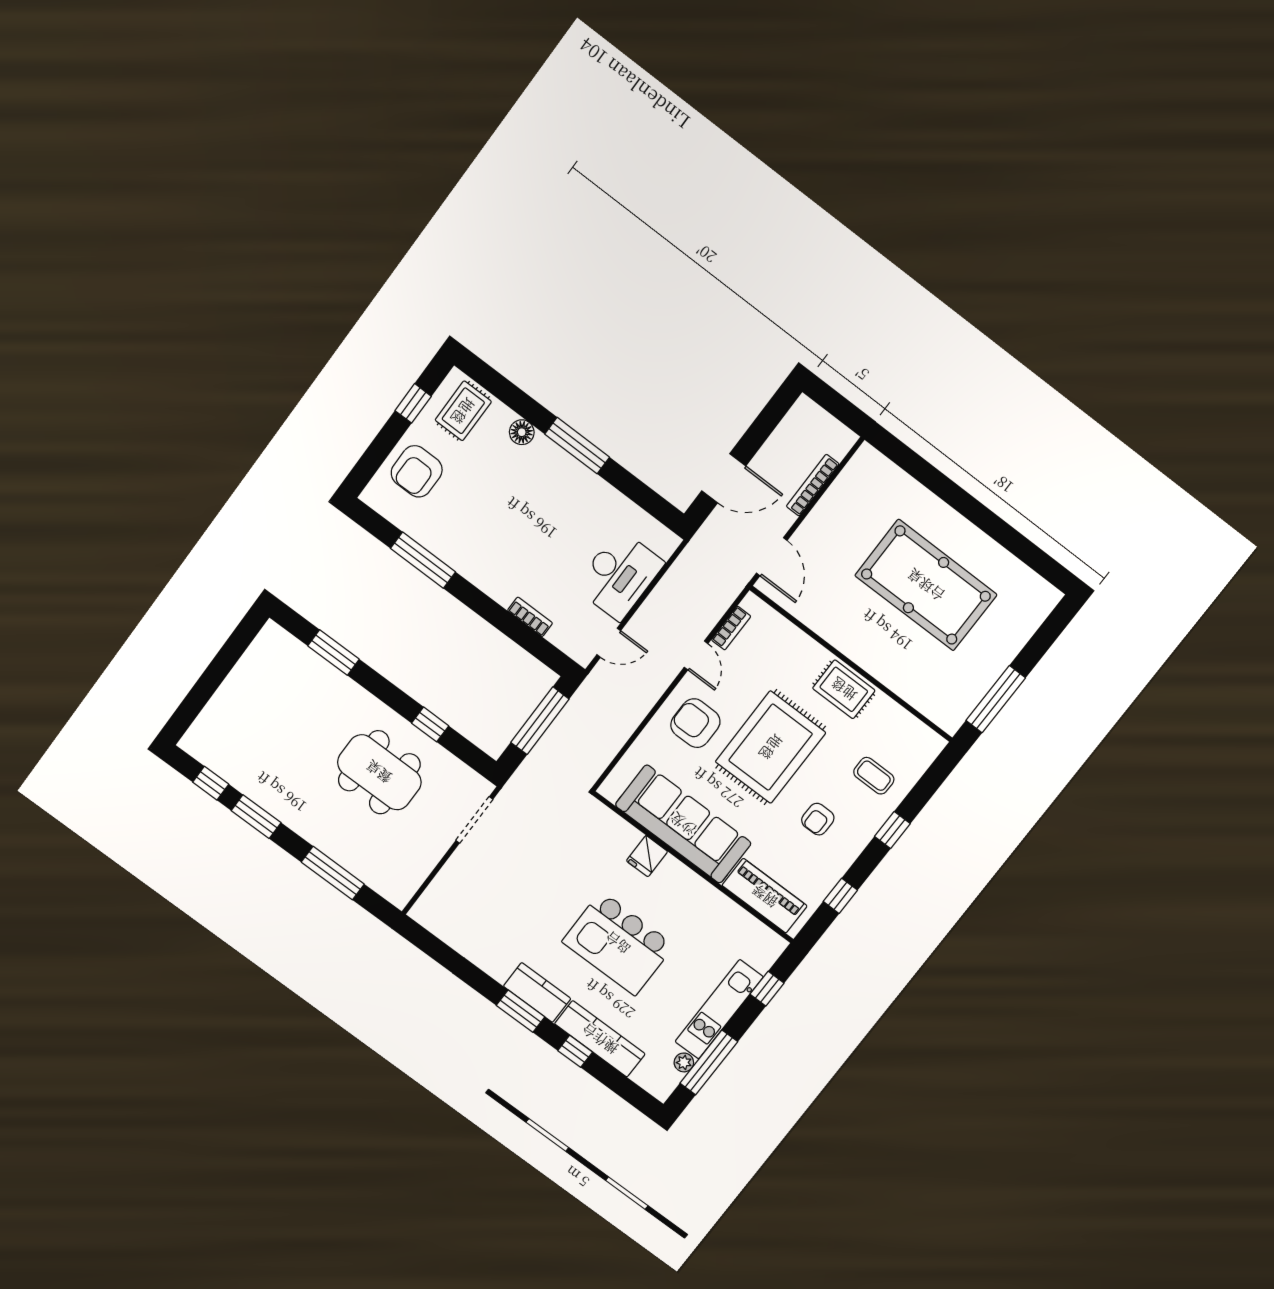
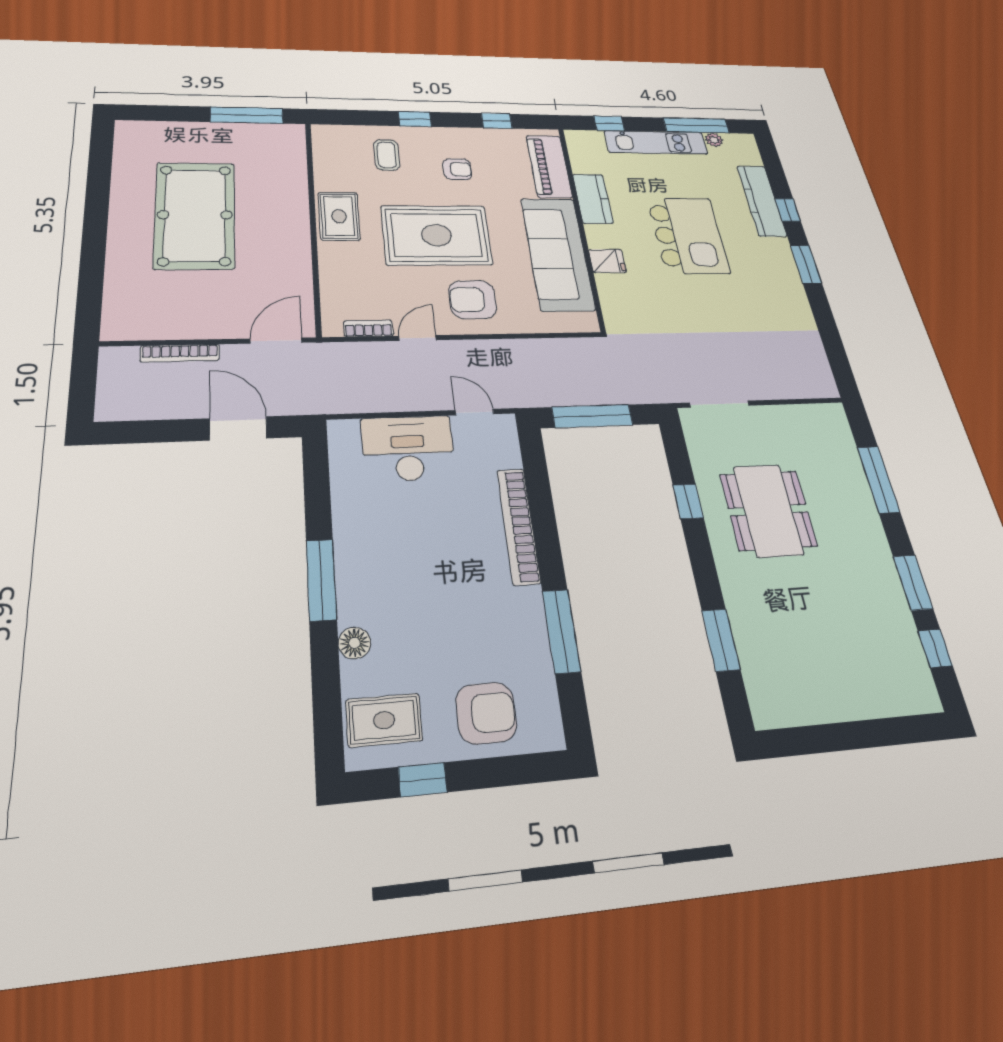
bookcase: (530, 617) -> (518, 526), width x2.31, depth x1.31
armchair: (695, 723) -> (473, 300), turned 90
kitchen counter: (537, 992) -> (593, 199), moved, turned 180

